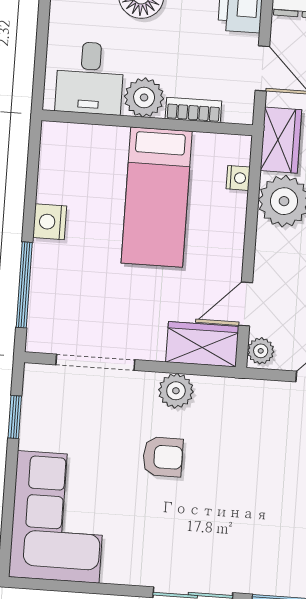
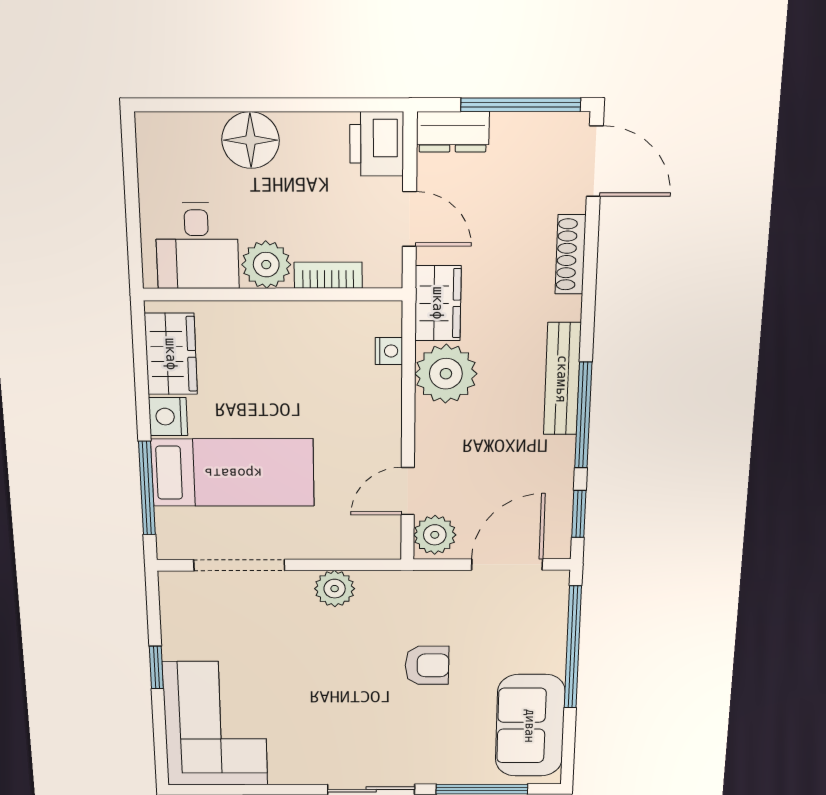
bed: (157, 197) -> (233, 473), moved, turned -90
wardrobe: (202, 344) -> (171, 354), moved, turned 90
plant: (261, 351) -> (435, 535), width x1.38, depth x1.38
window: (15, 417) -> (156, 667), moved
armchair: (163, 457) -> (427, 665), moved

